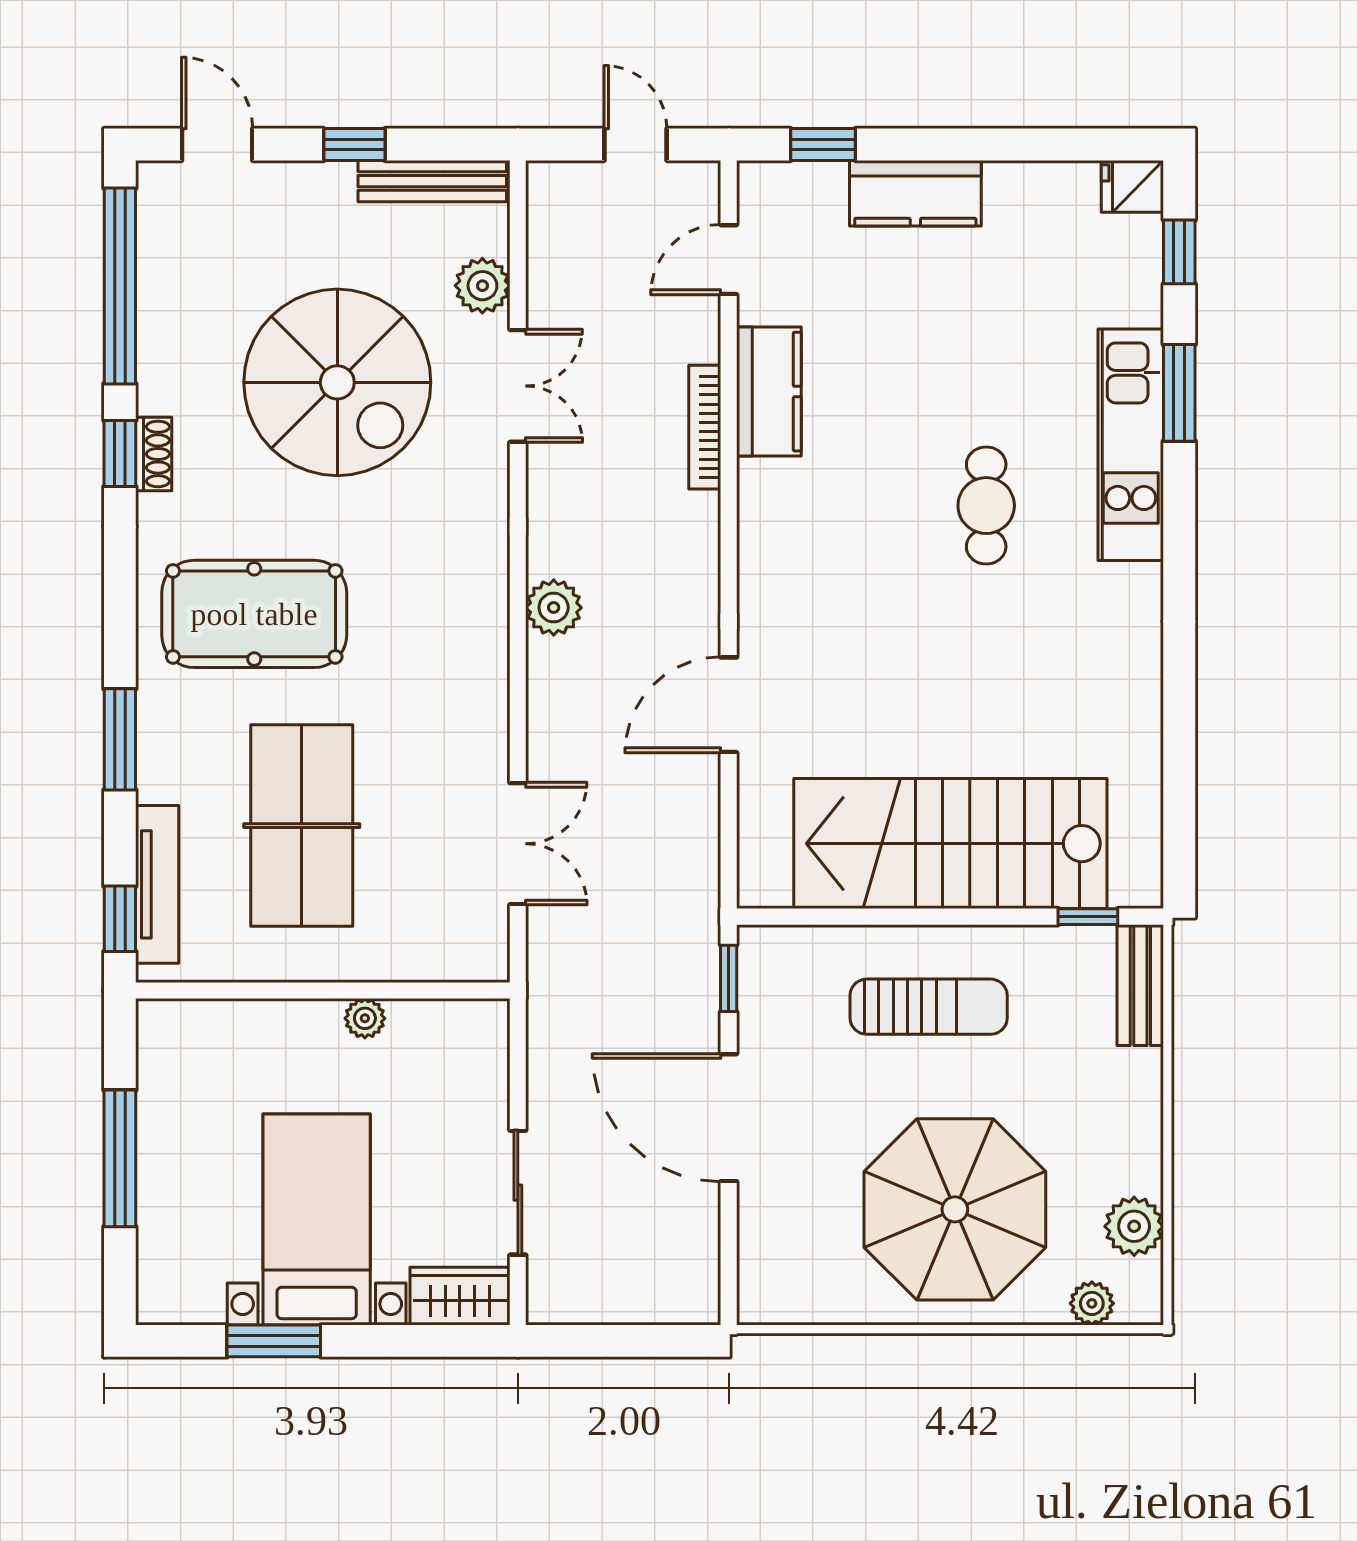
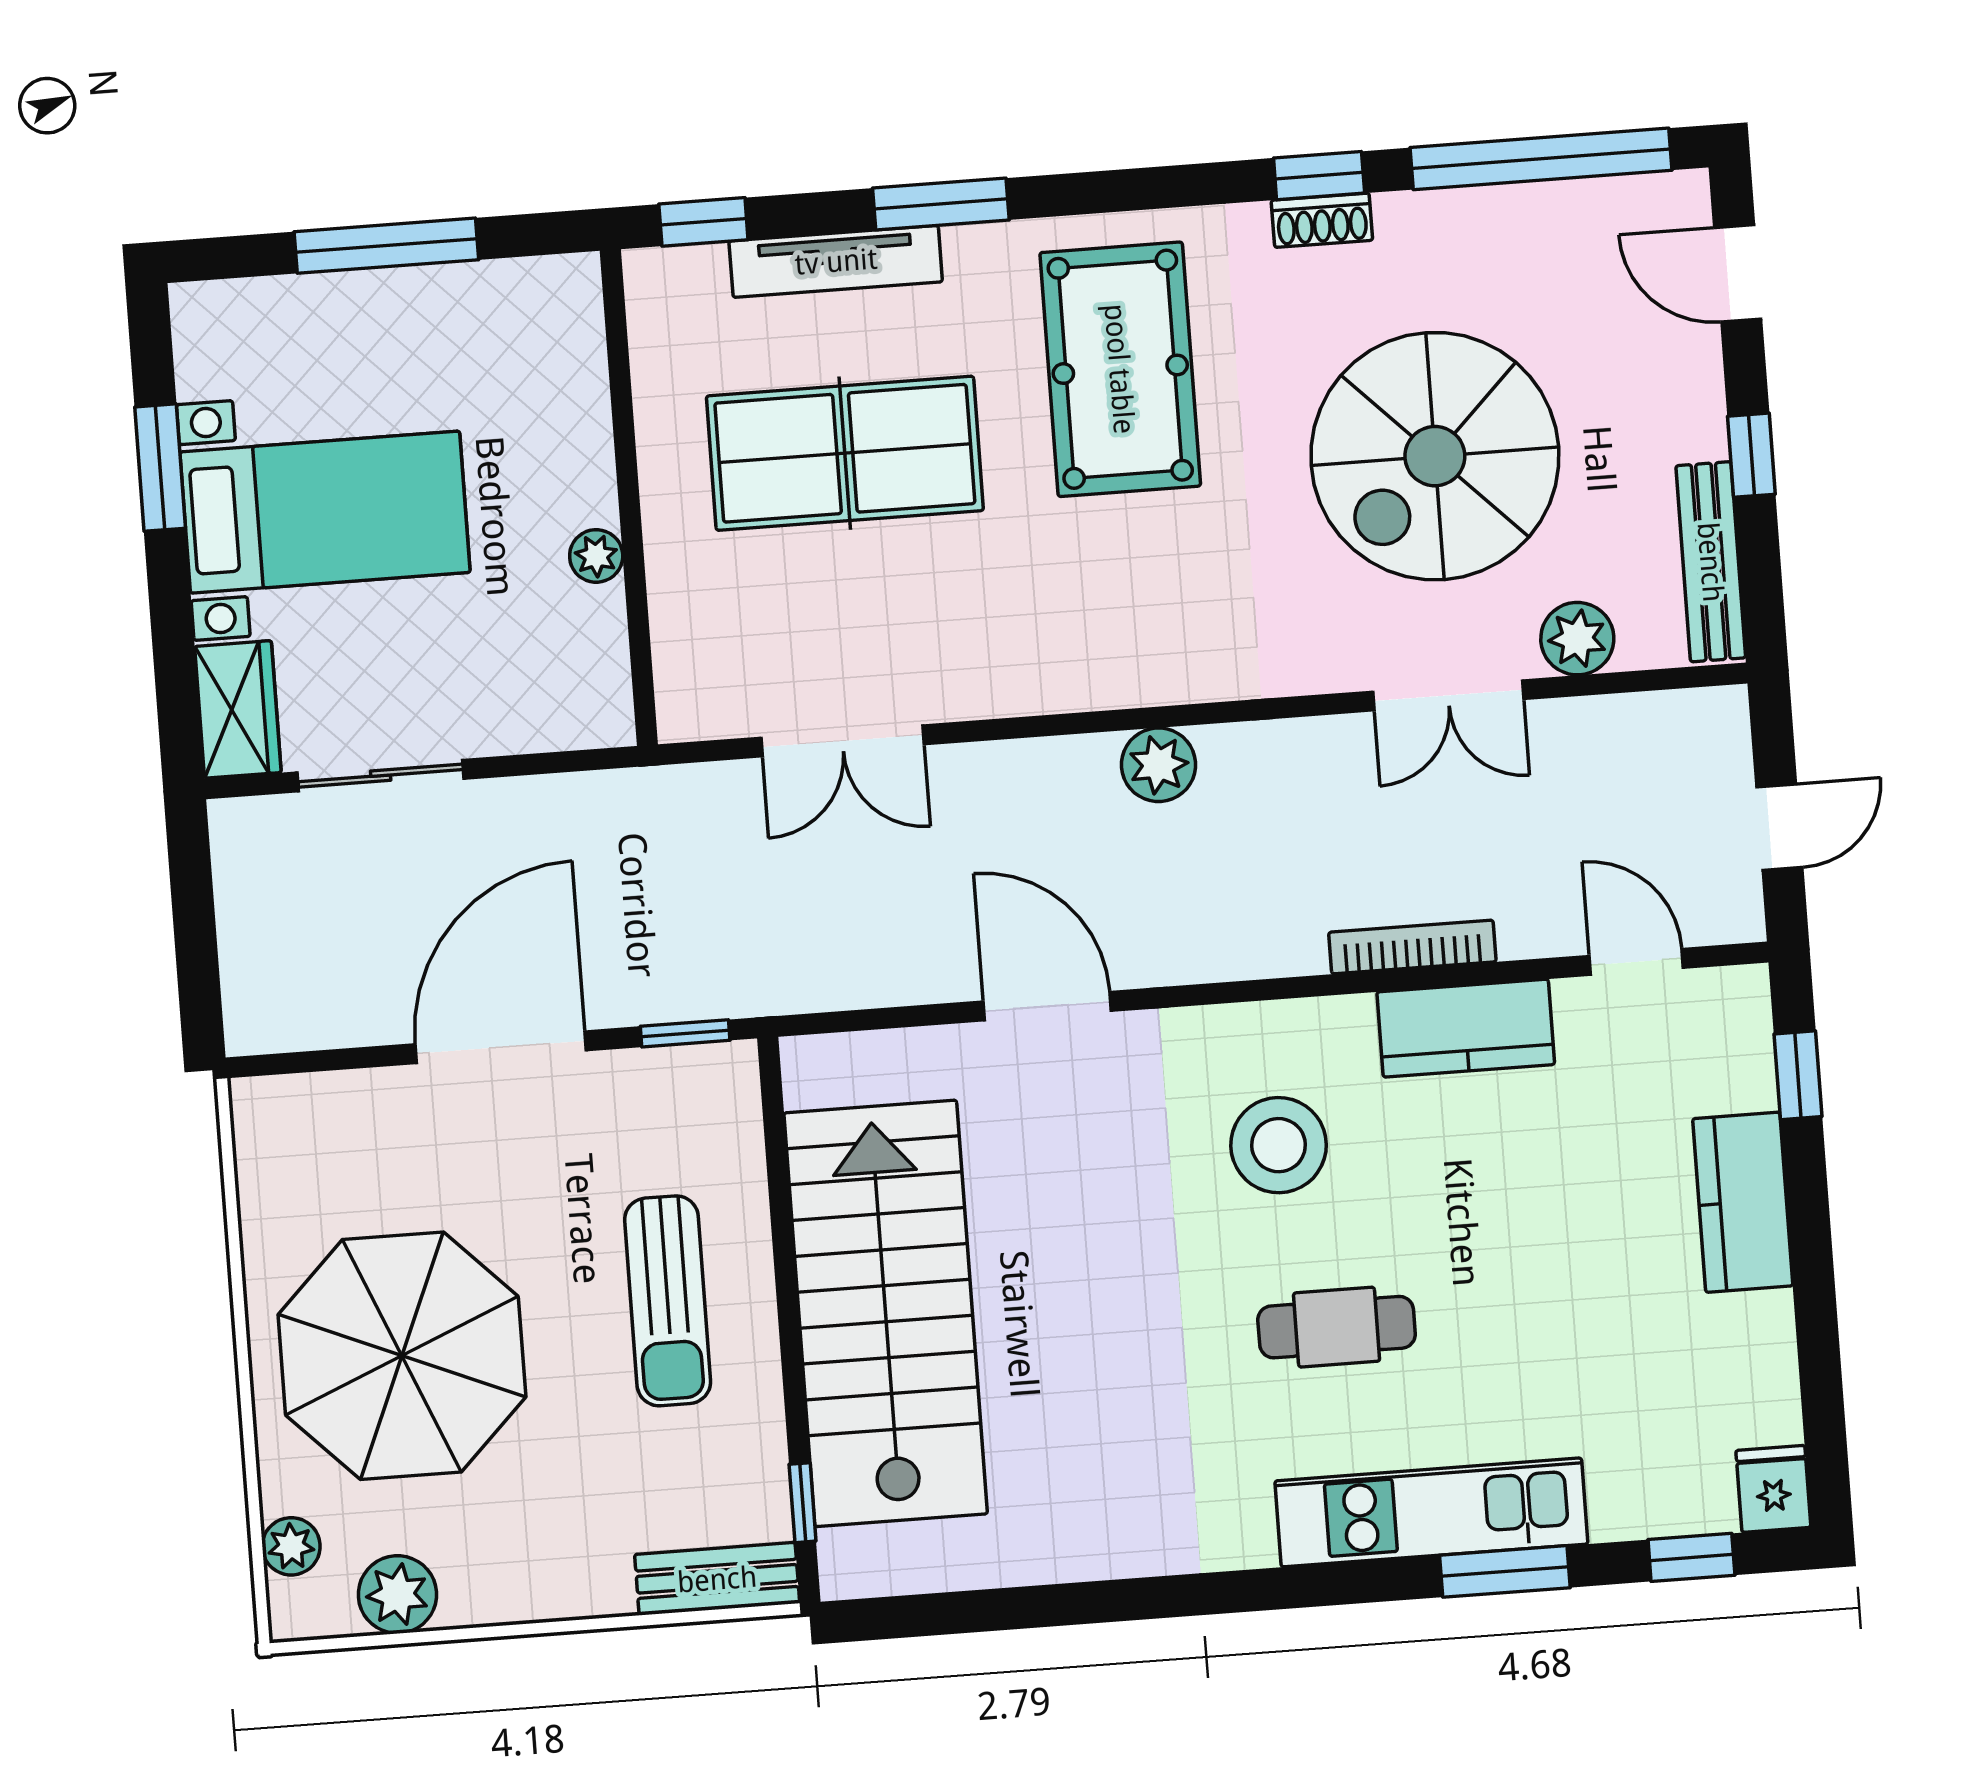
door: (217, 145) -> (1738, 273), swing flipped
stool: (846, 539) -> (1279, 1145), added
tv unit: (157, 884) -> (836, 261), moved

